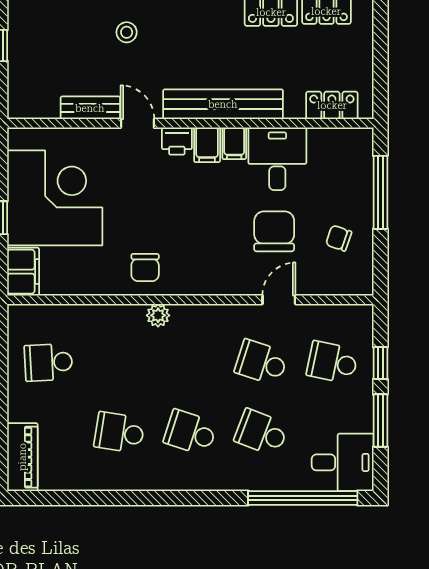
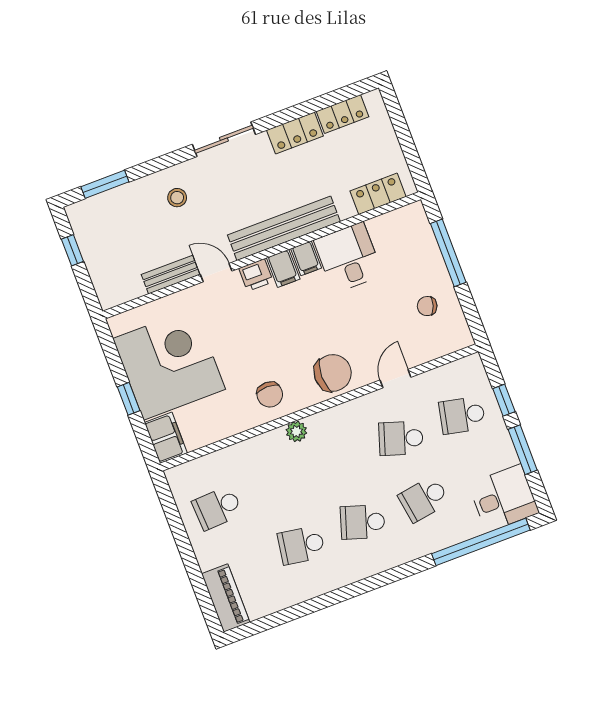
chair: (274, 231) -> (333, 373), moved, turned 90
school desk: (261, 433) -> (424, 499), turned -30

